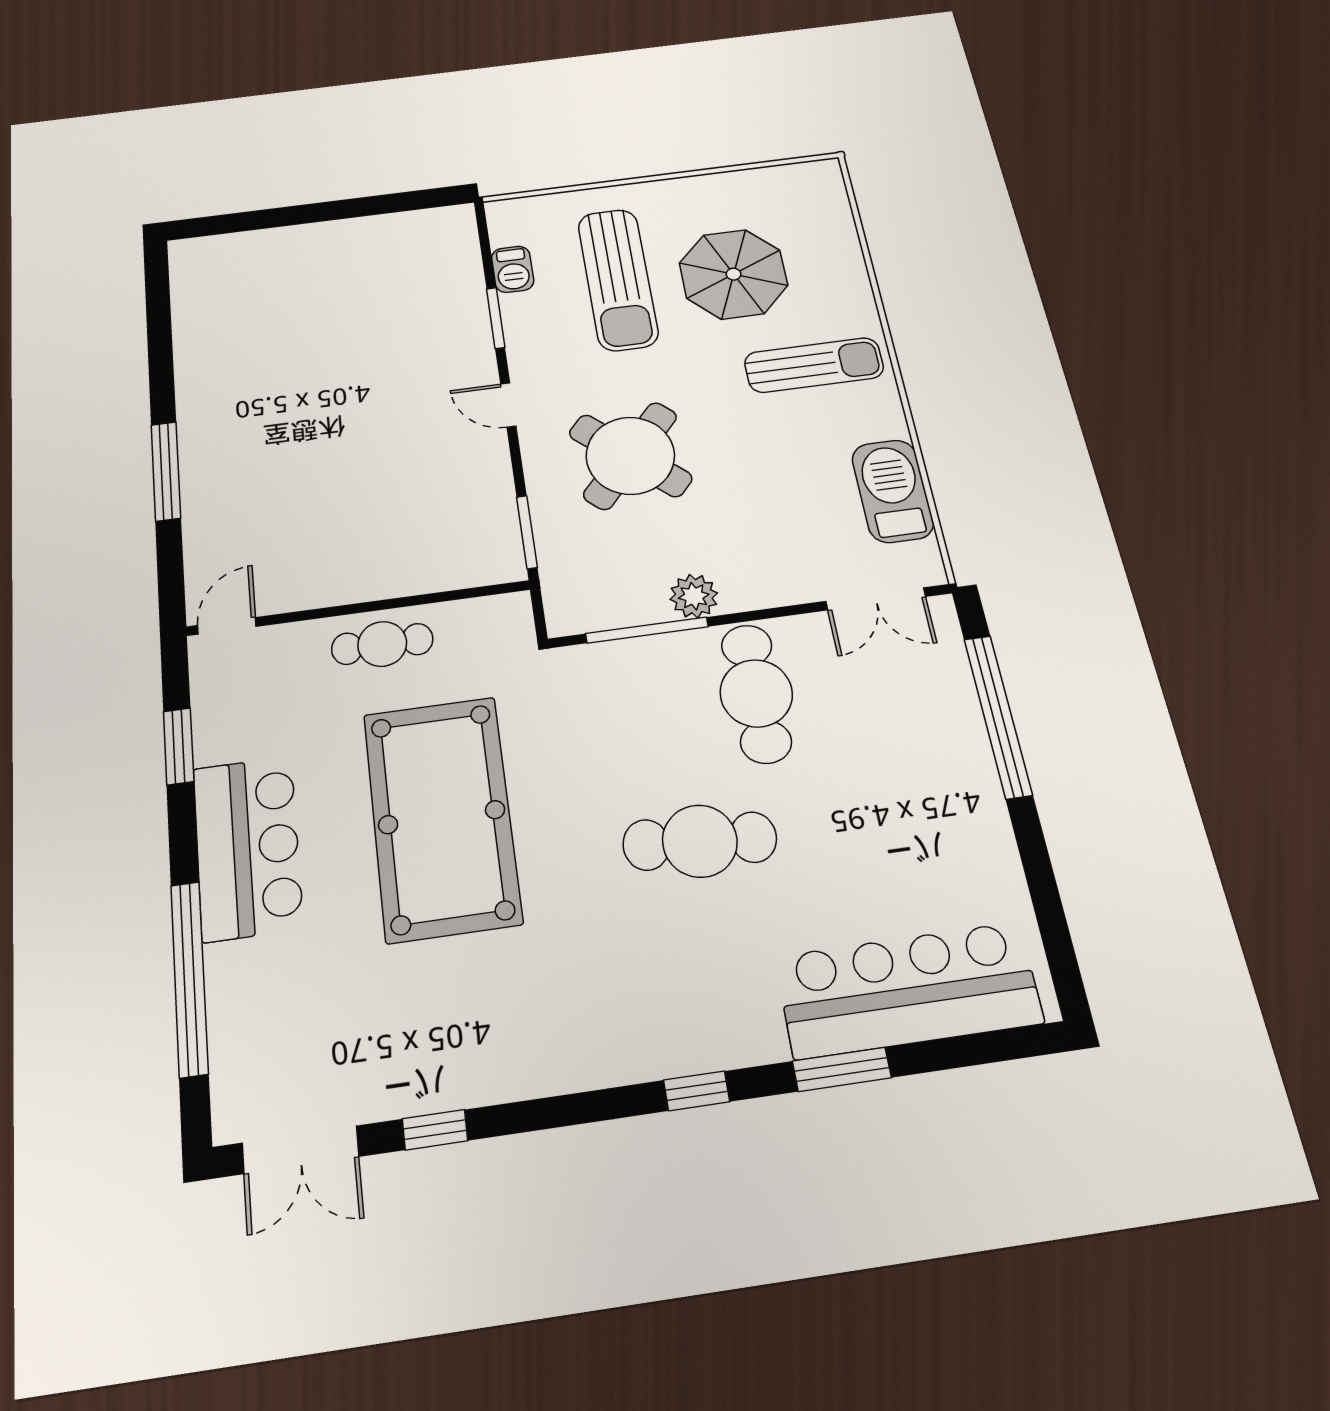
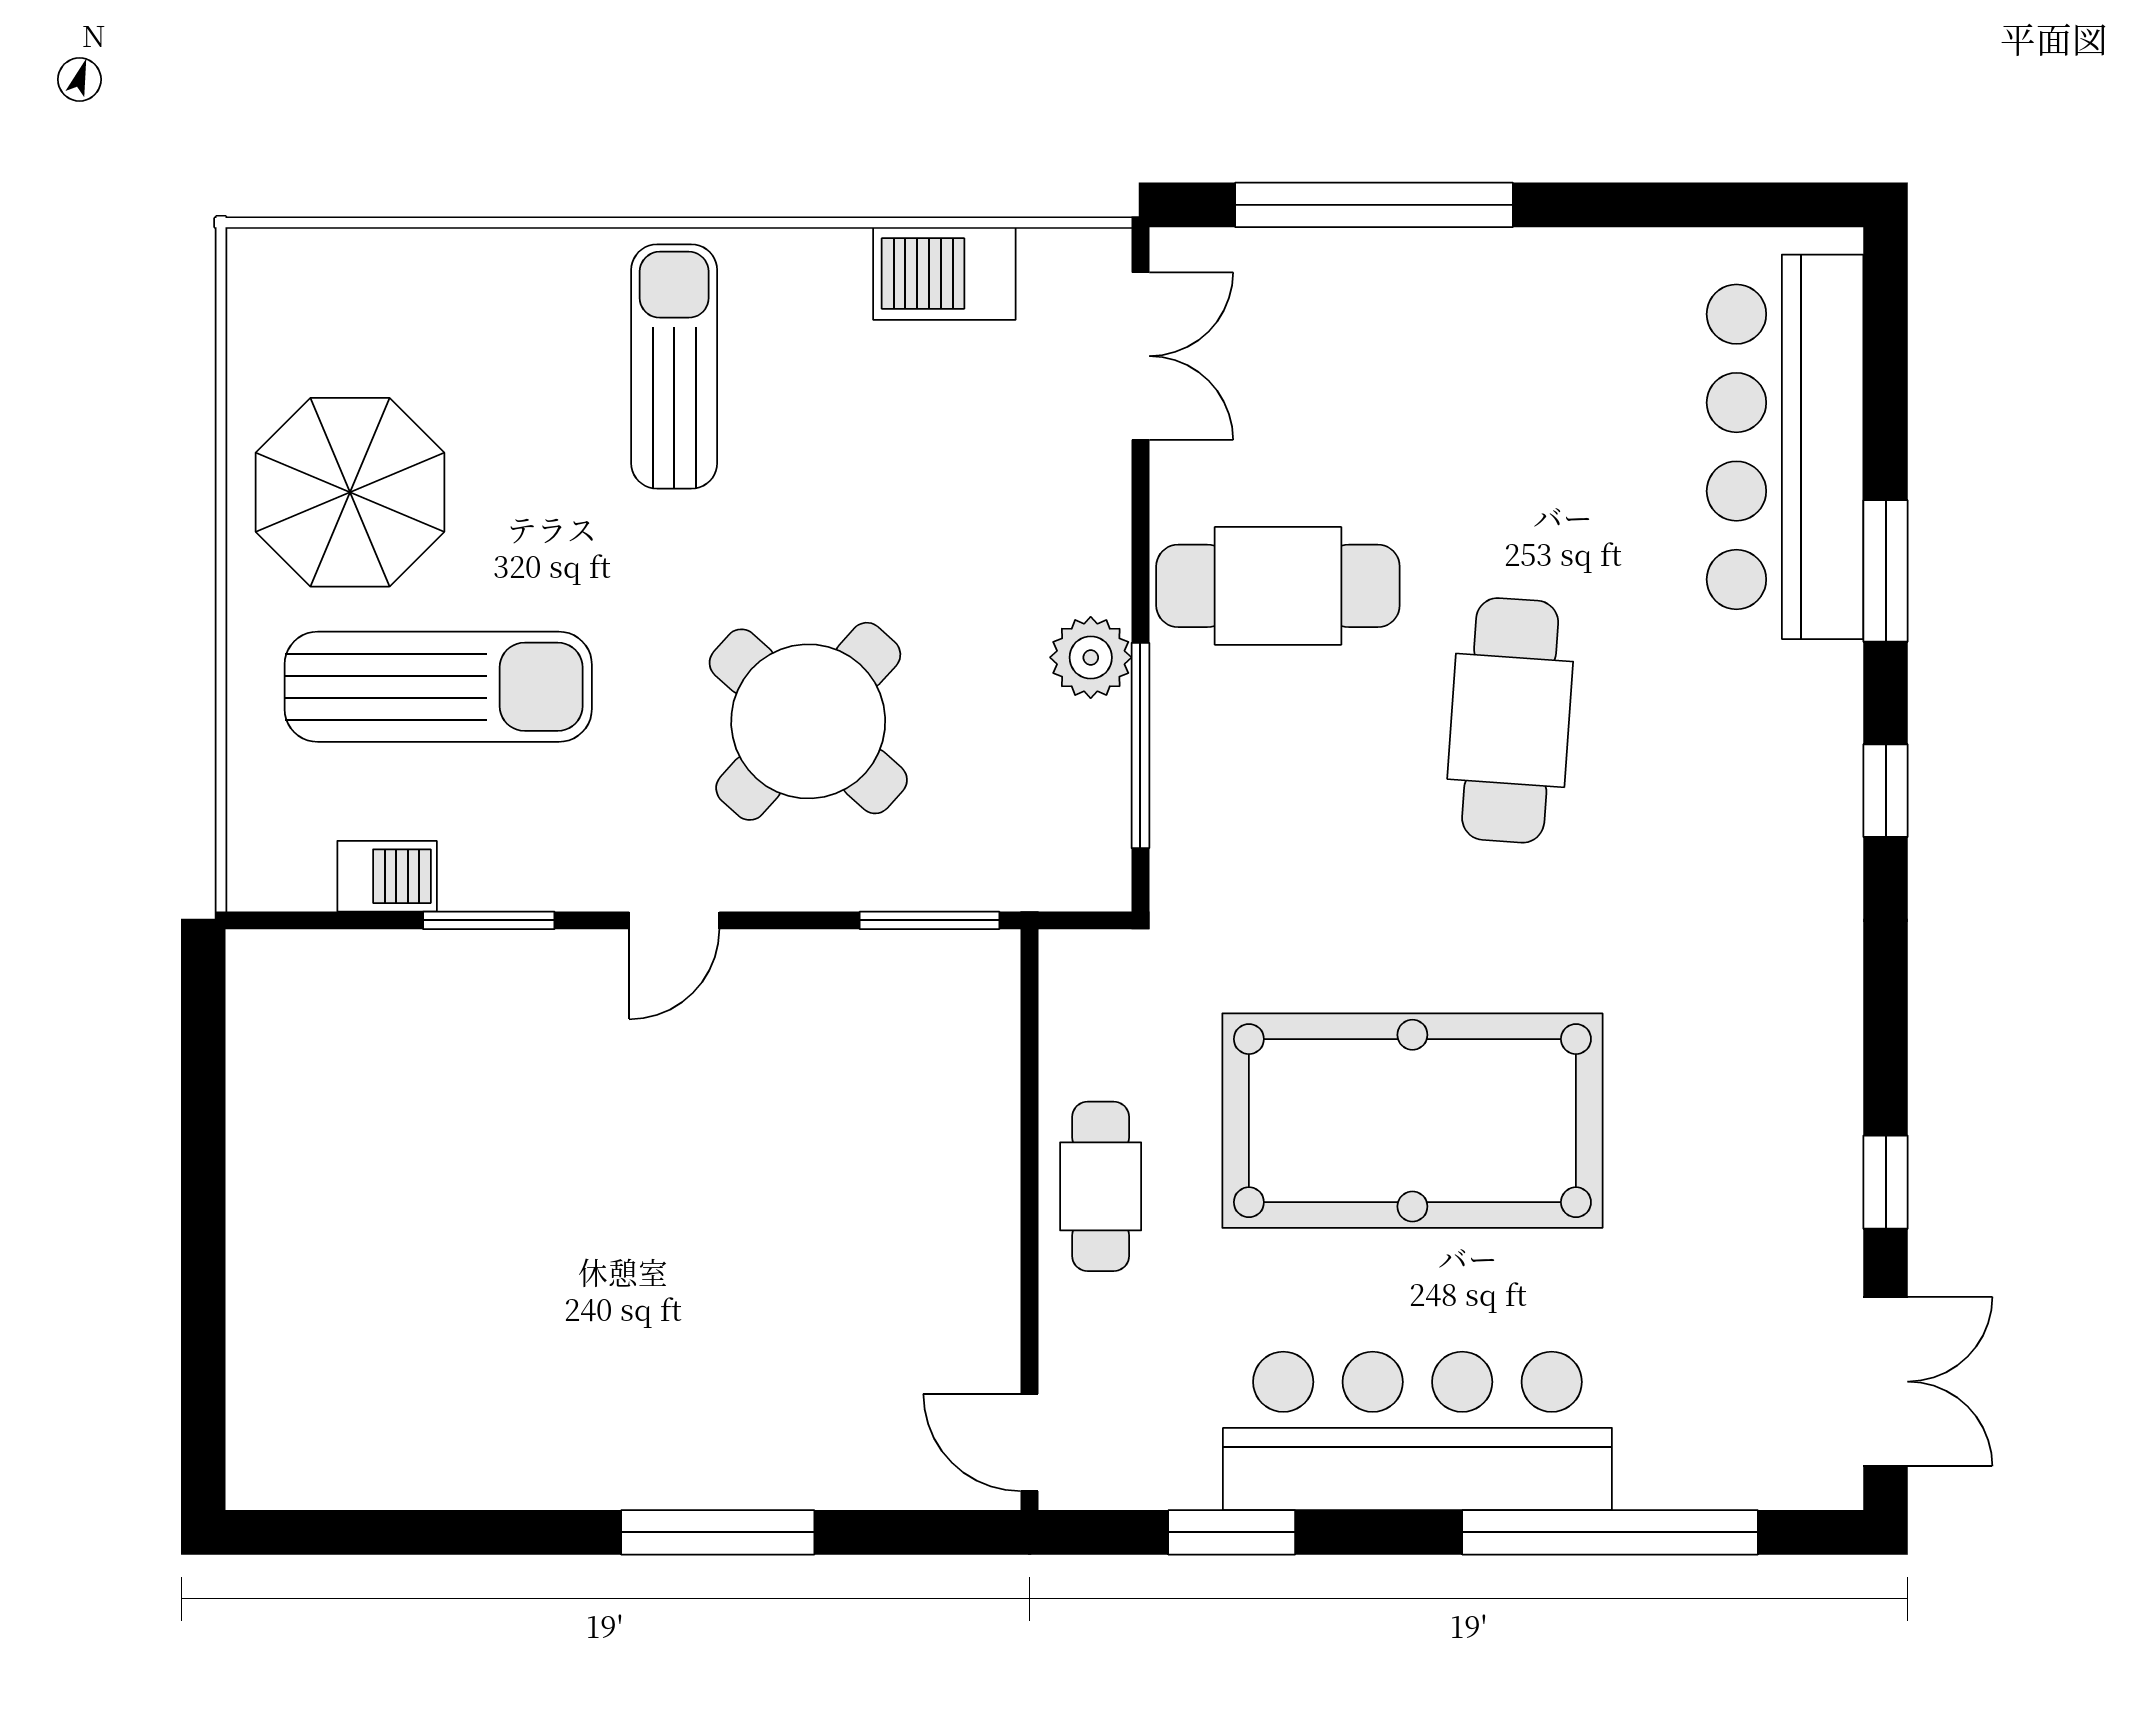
parasol: (734, 274) -> (350, 492), moved
barbecue: (893, 491) -> (944, 274), width x0.73, depth x0.83
bar counter: (248, 848) -> (1417, 1431), width x1.36

